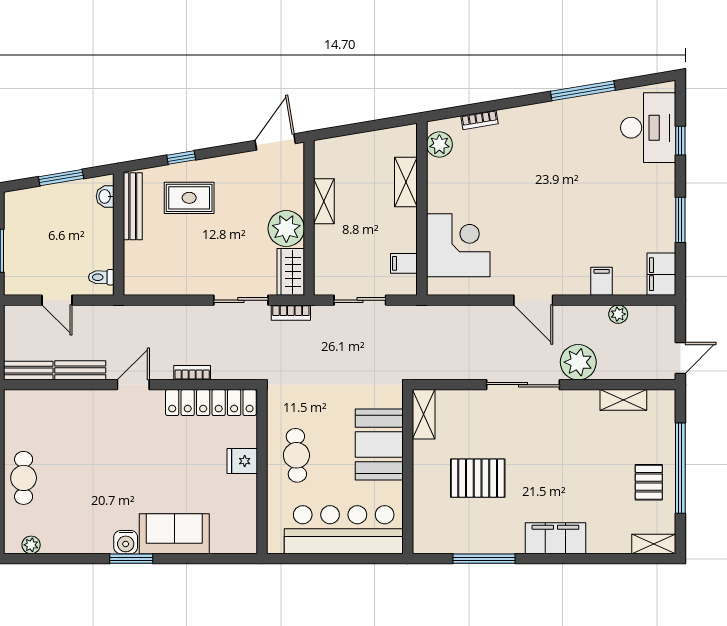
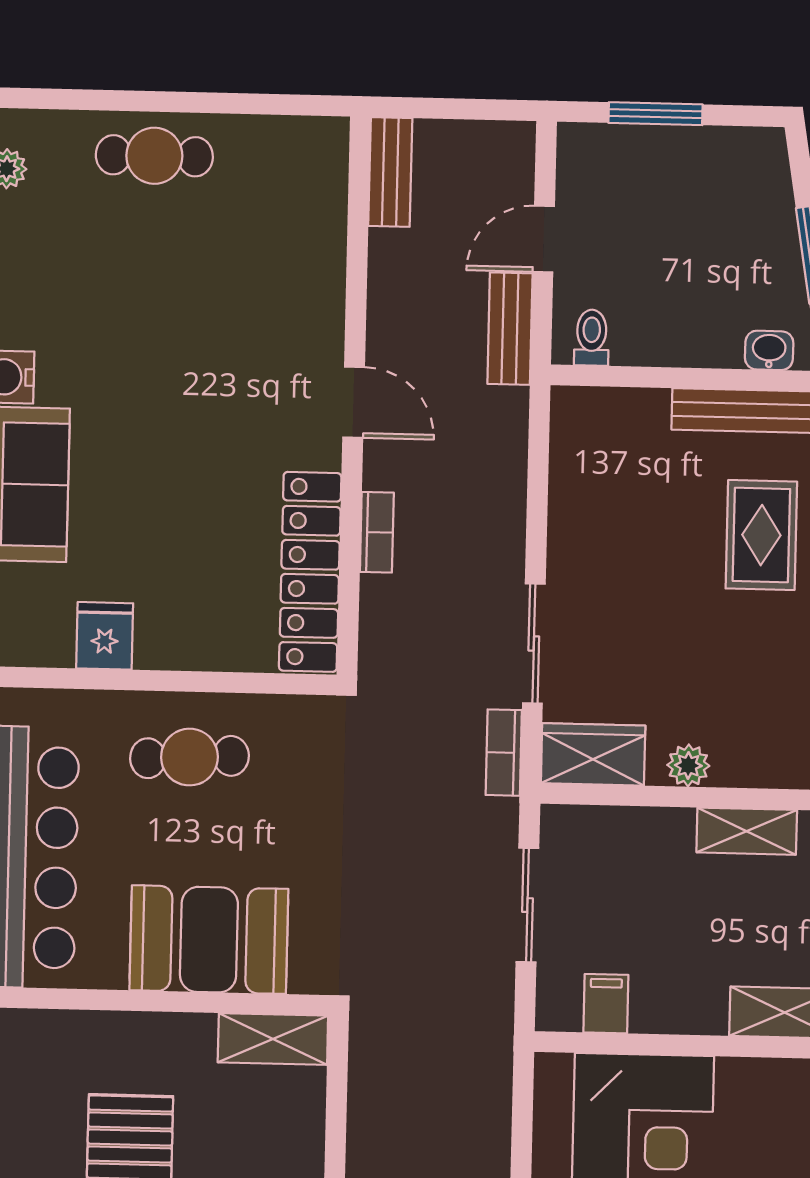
plant: (286, 229) -> (688, 765), width x0.53, depth x0.53
bench: (80, 370) -> (510, 329), moved
fridge: (242, 461) -> (105, 636), moved

